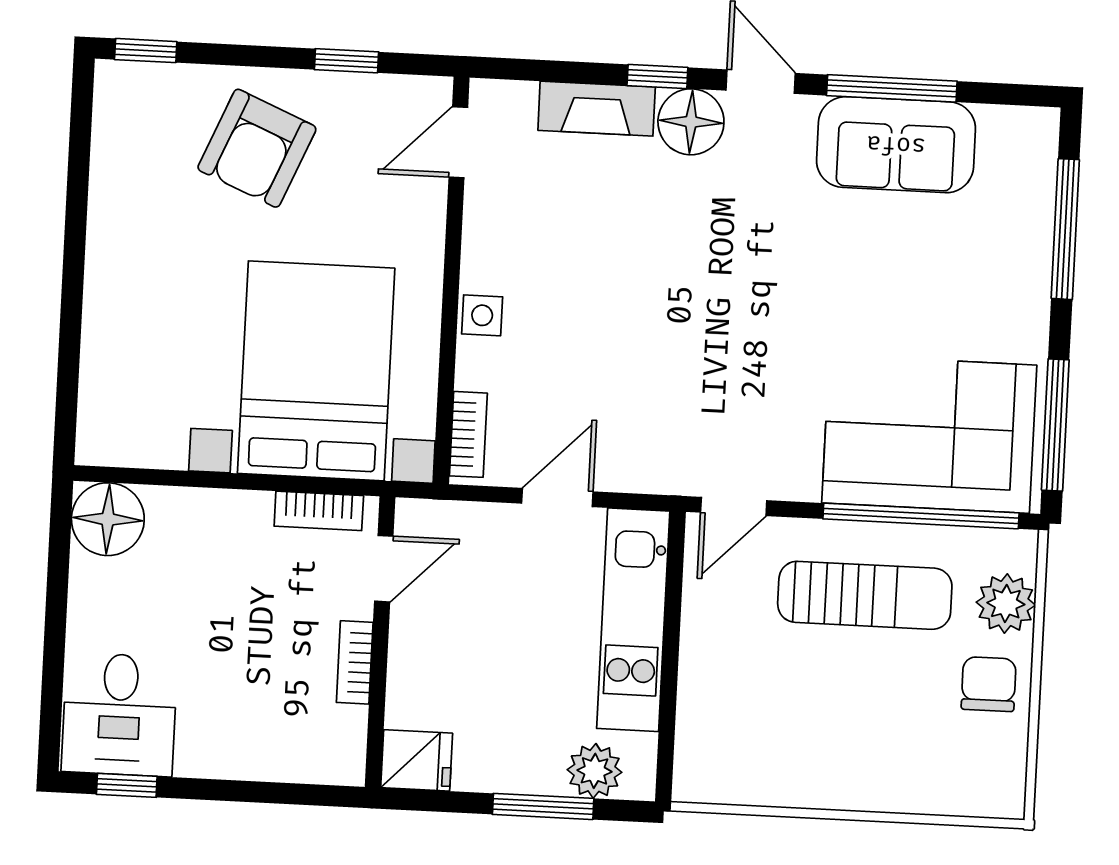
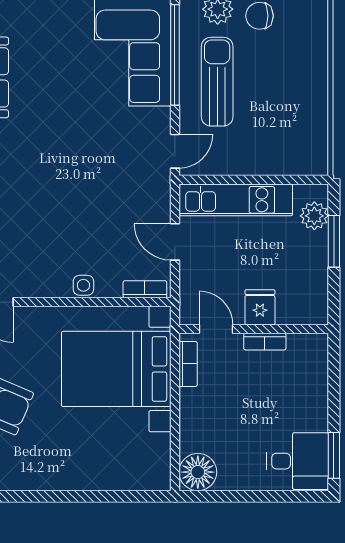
door: (734, 506) -> (175, 151), hinge flipped
fridge: (417, 760) -> (260, 307), moved
window: (127, 785) -> (334, 455), width x1.50

